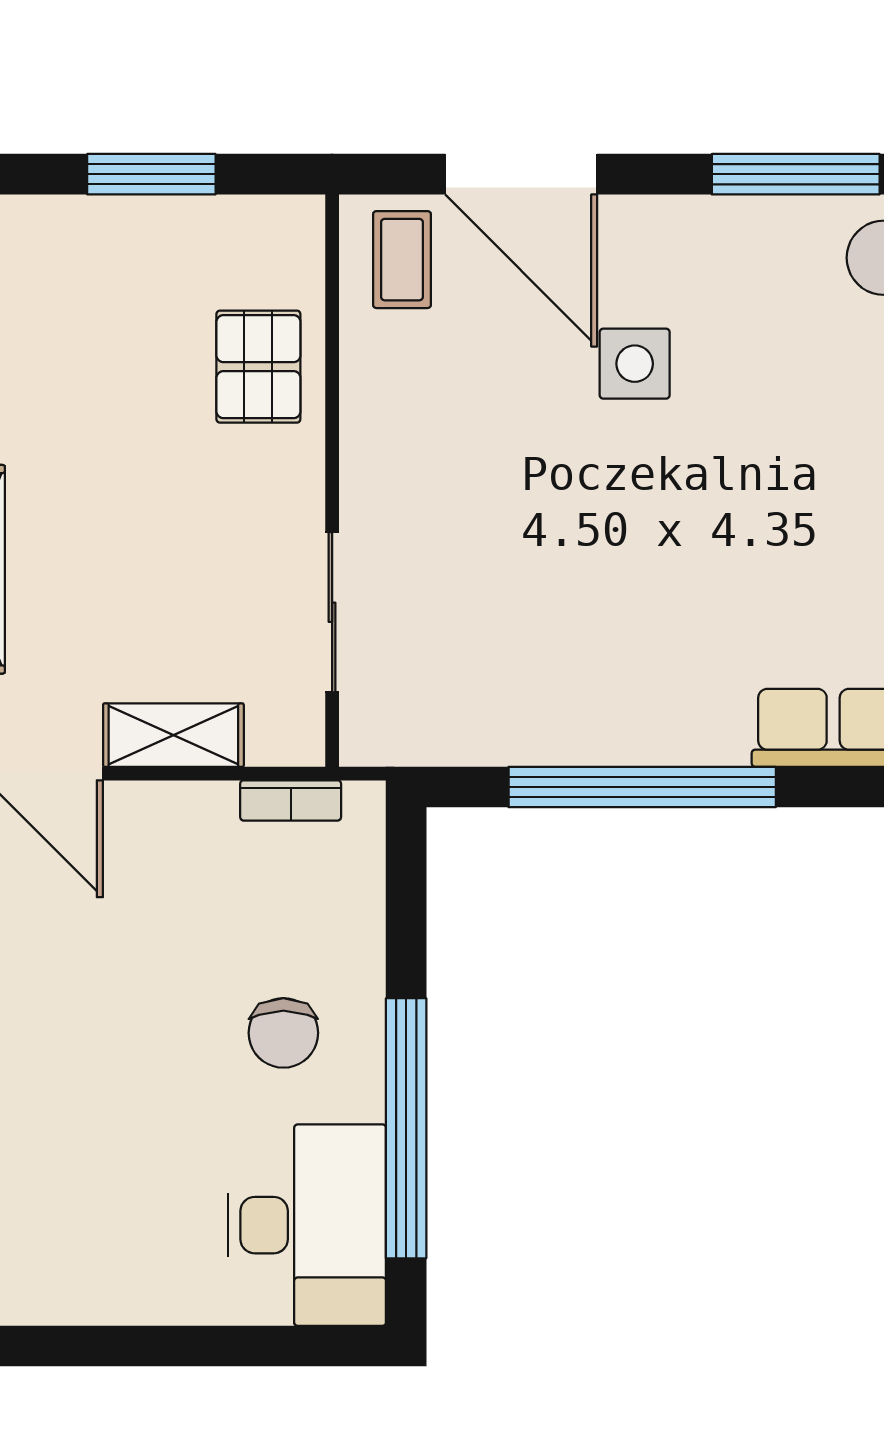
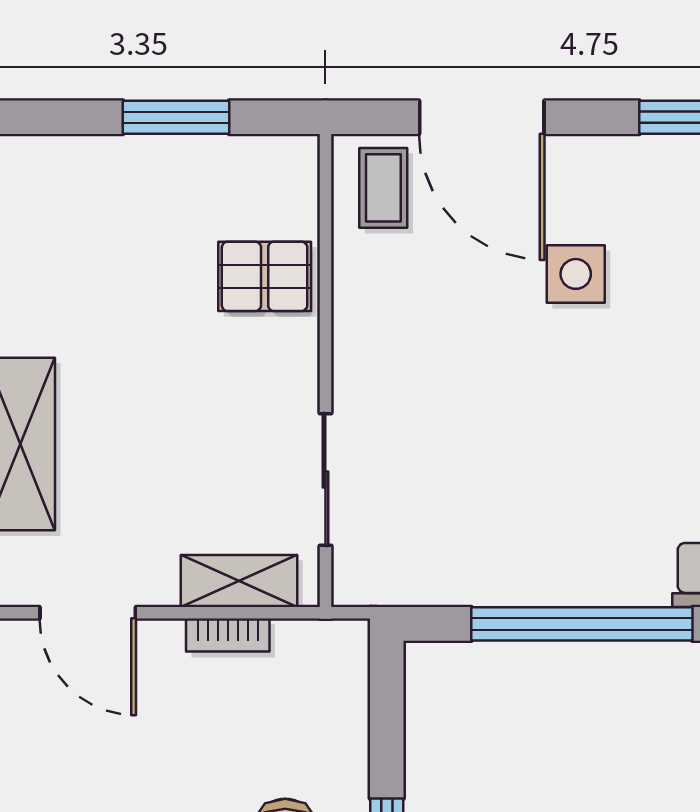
pallet: (258, 367) -> (265, 276), turned 90
shelving: (173, 735) -> (239, 581), moved
bookcase: (291, 800) -> (228, 635), moved

